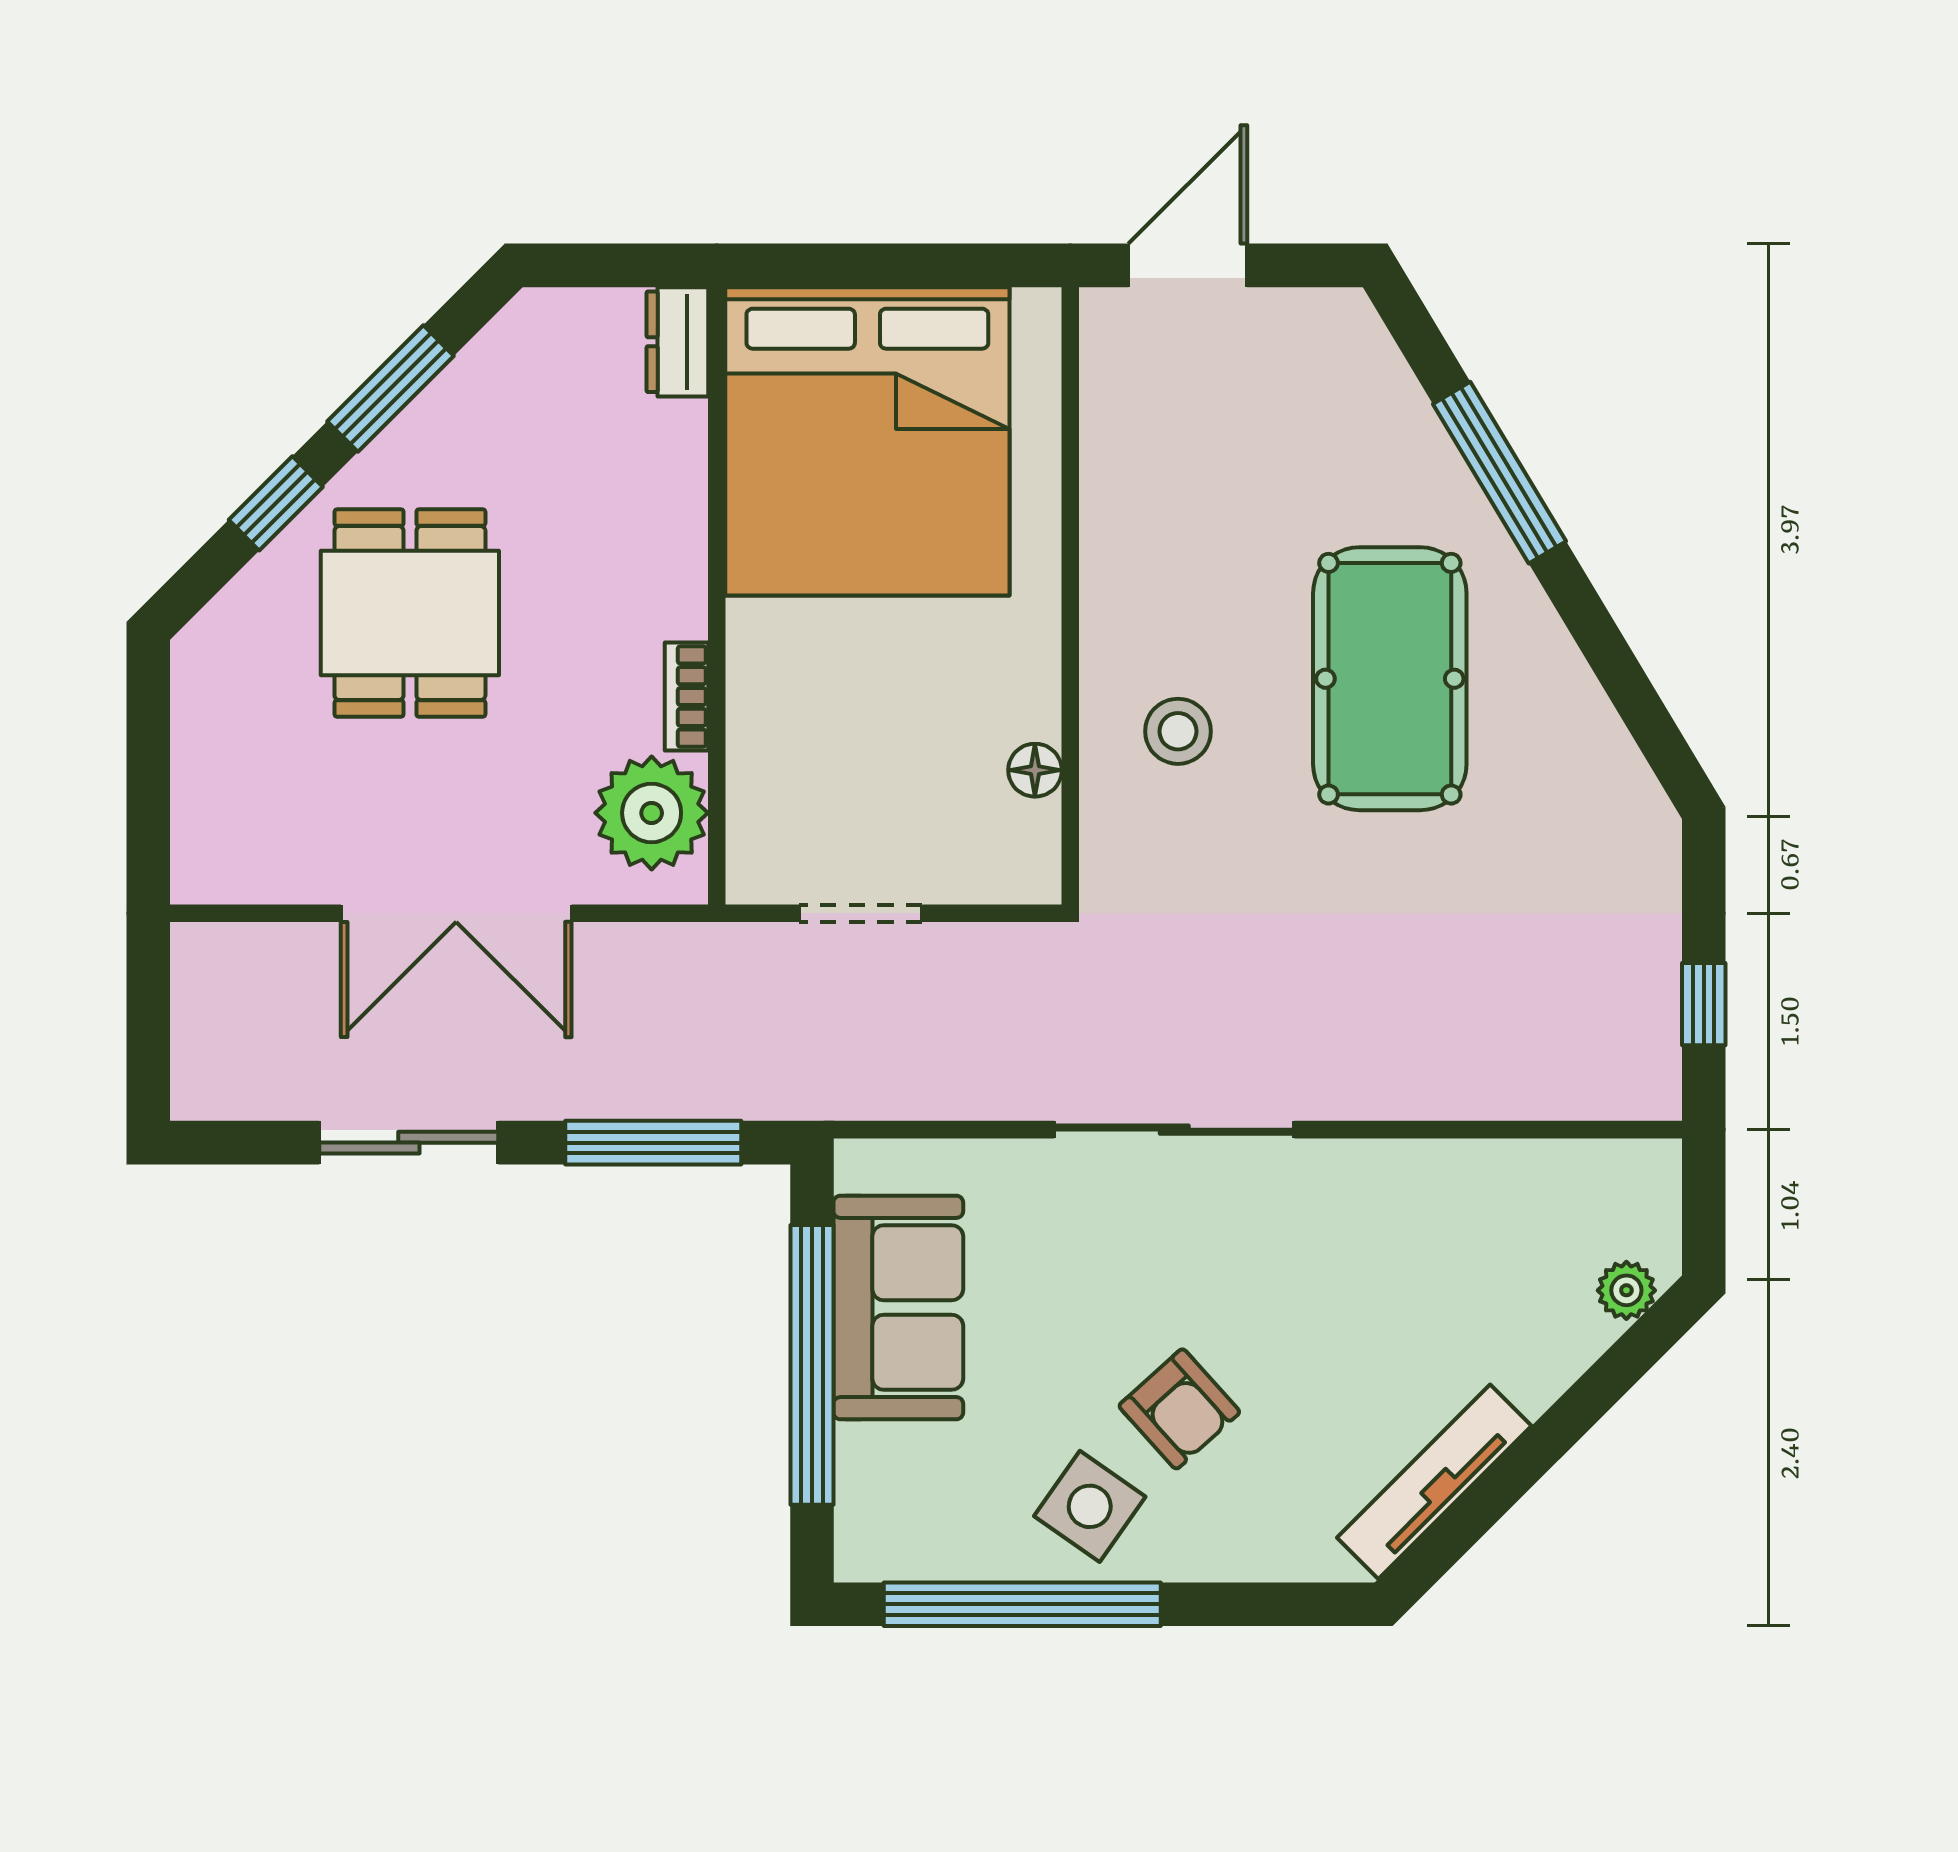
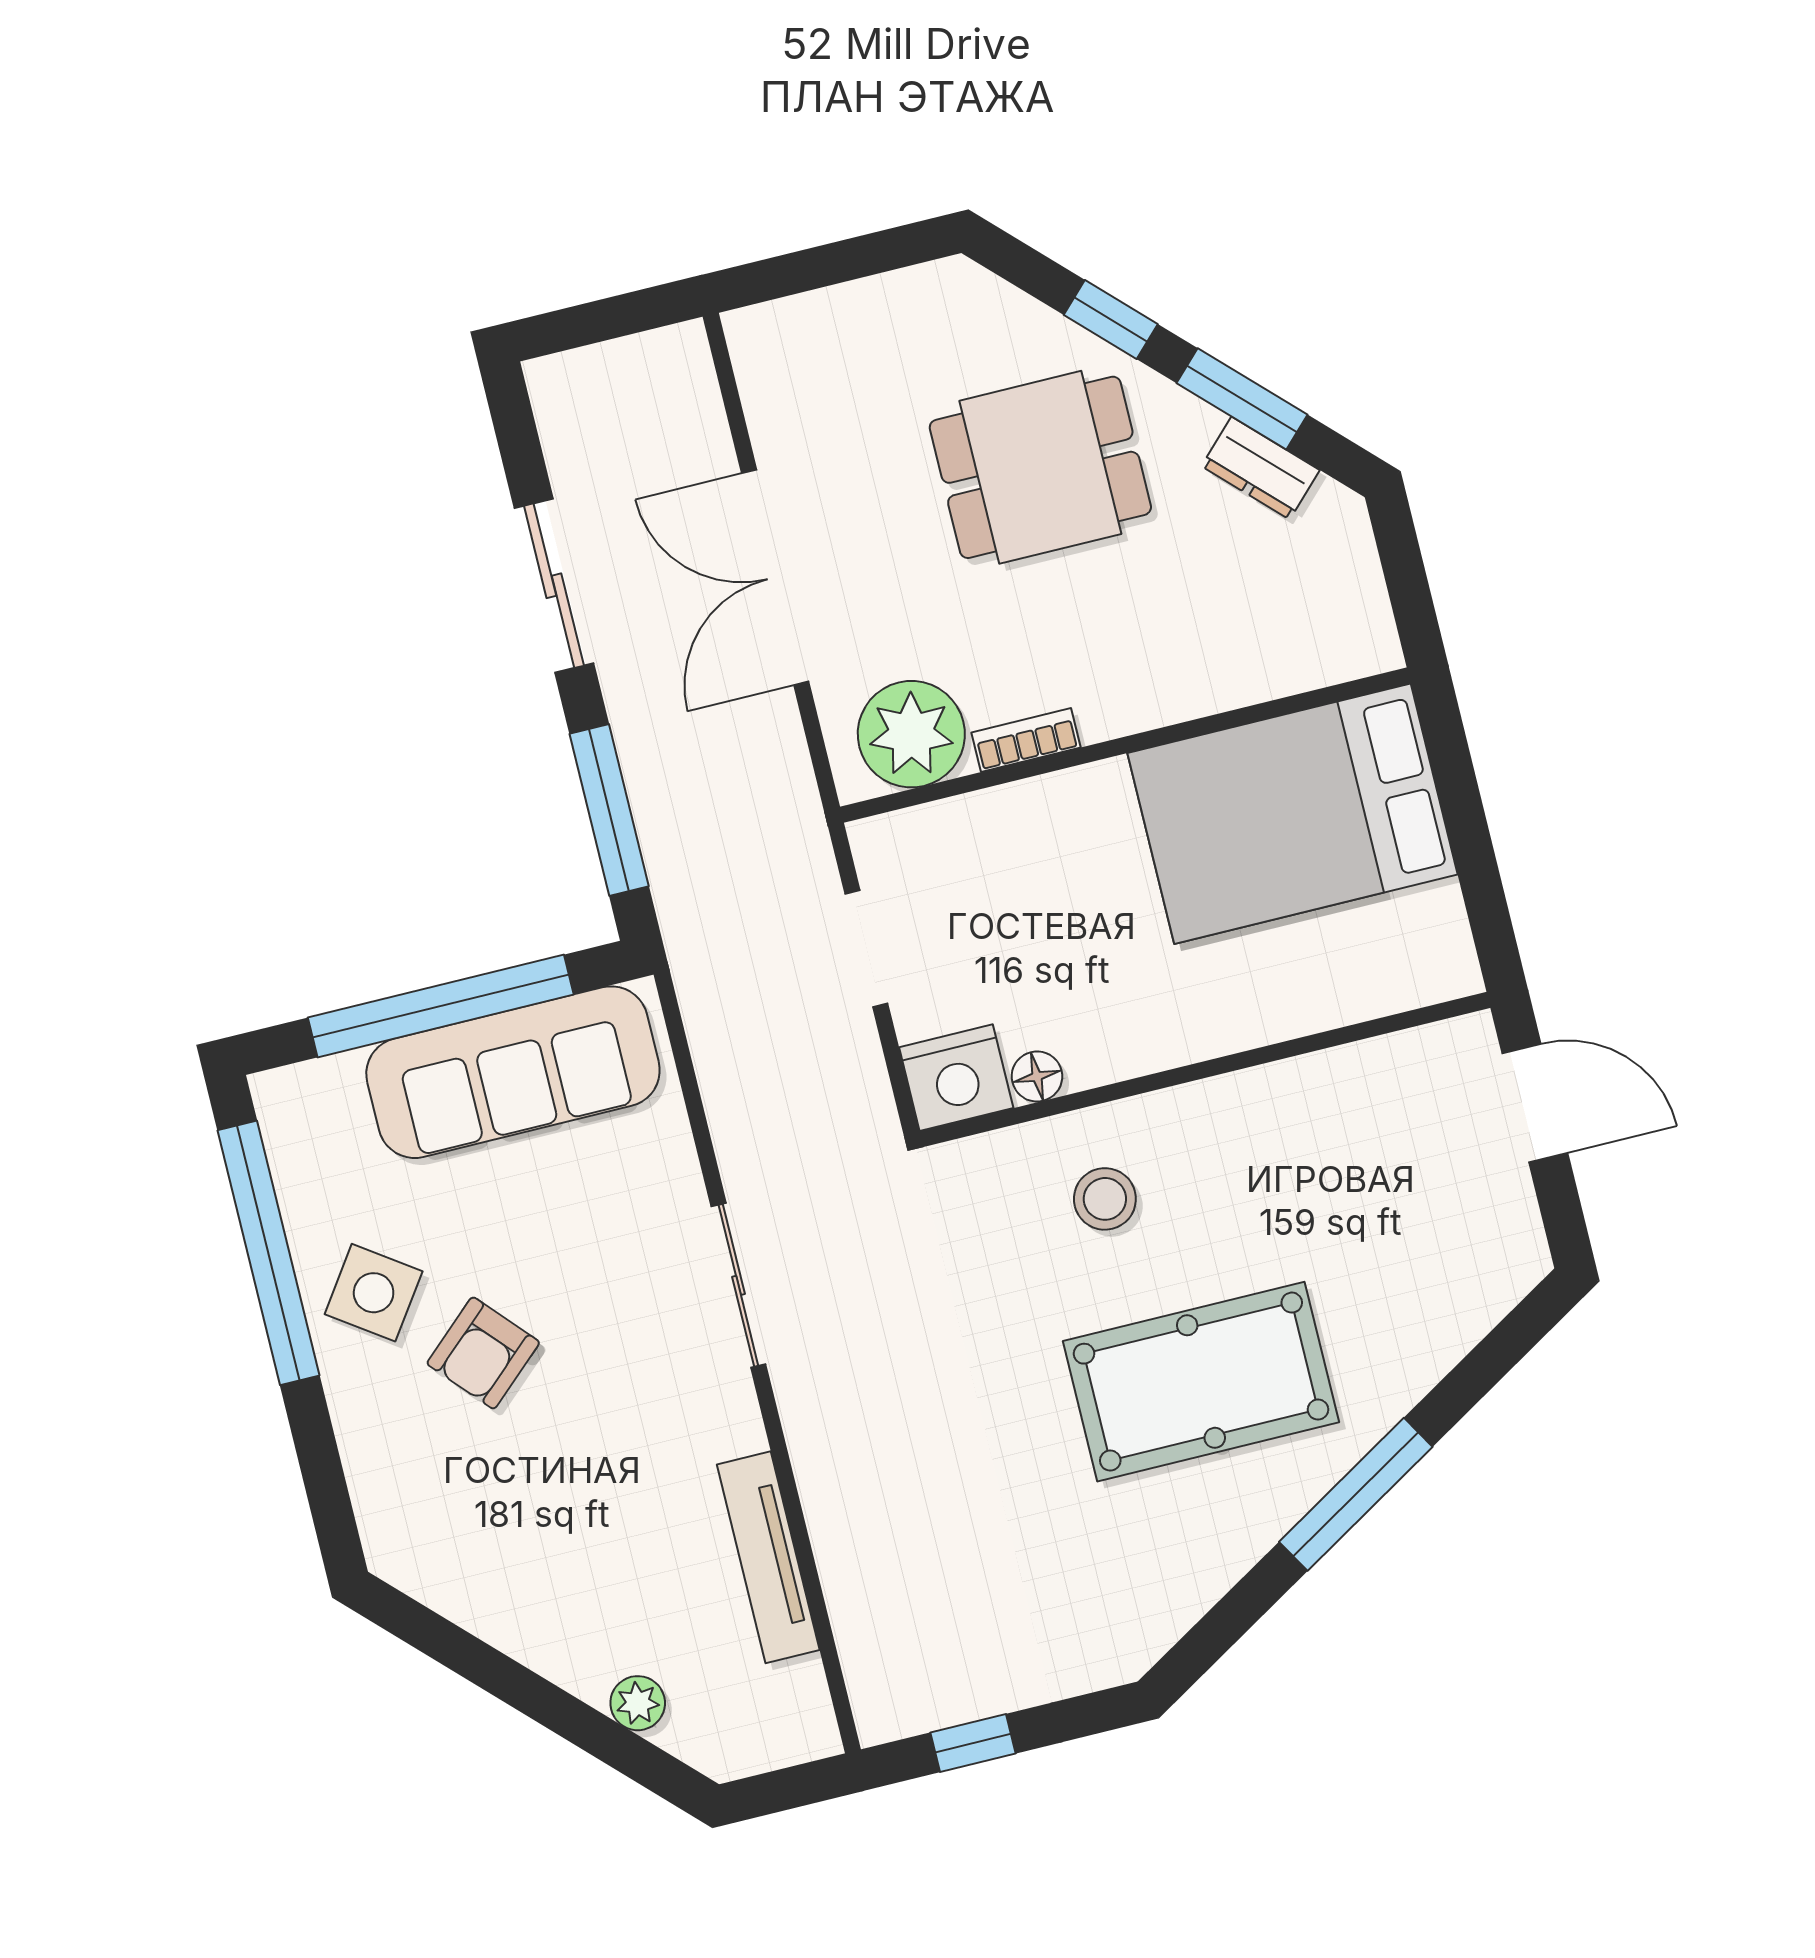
dresser: (677, 342) -> (1261, 468), moved, turned -135
bed: (867, 441) -> (1293, 814), width x0.73
window: (1499, 473) -> (1356, 1494), moved
nightstand: (1016, 854) -> (956, 1078), added
sliding door: (1174, 1130) -> (738, 1285), width x0.73
plant: (1626, 1290) -> (638, 1703), moved
sofa: (898, 1307) -> (513, 1072), width x1.36
tv unit: (1434, 1482) -> (768, 1557), moved, turned -135

